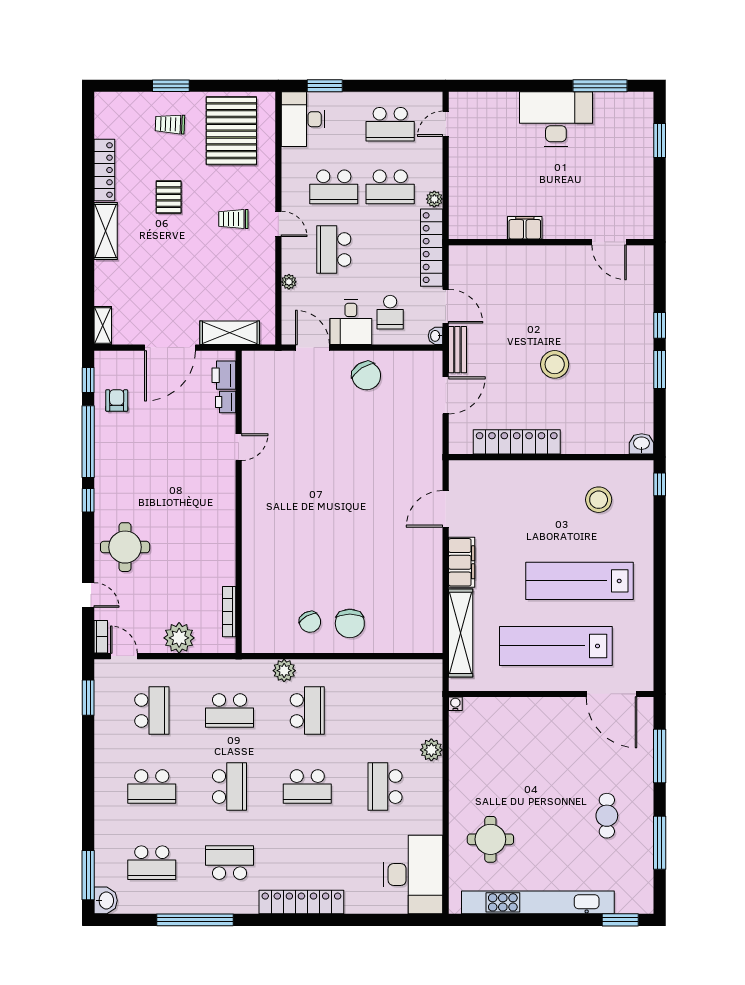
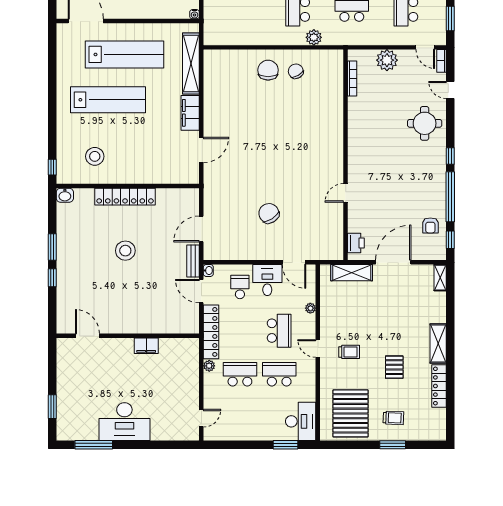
school desk: (390, 124) -> (240, 418), removed
chair: (366, 376) -> (269, 213), moved
printer: (226, 402) -> (355, 224), removed
locker: (517, 442) -> (125, 197), moved

